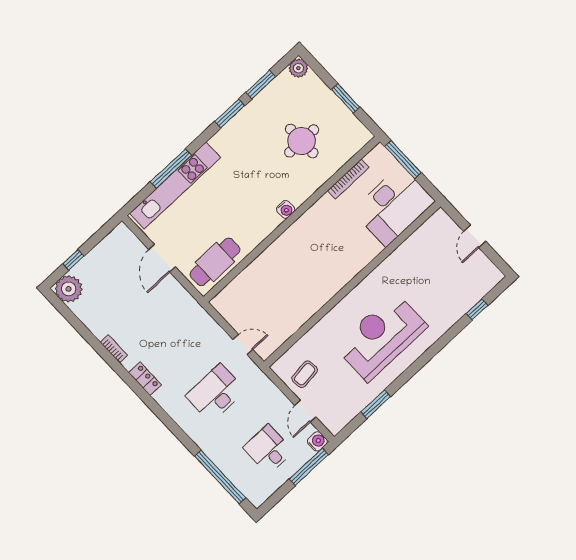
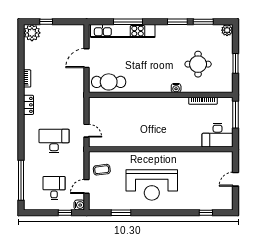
desk: (393, 206) -> (218, 135), width x0.73, depth x0.77
water cooler: (286, 209) -> (176, 88), moved
reception desk: (381, 337) -> (152, 185), turned 180
window: (309, 467) -> (65, 213), width x0.46

